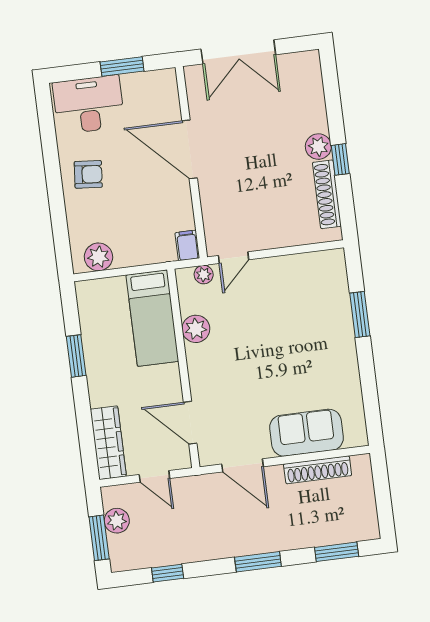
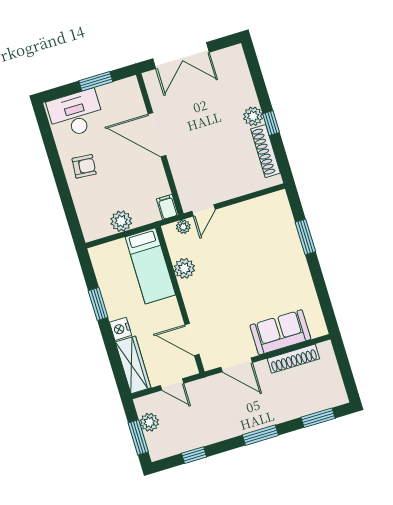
plant: (98, 257) -> (121, 221), moved
nightstand: (100, 393) -> (120, 329), added

